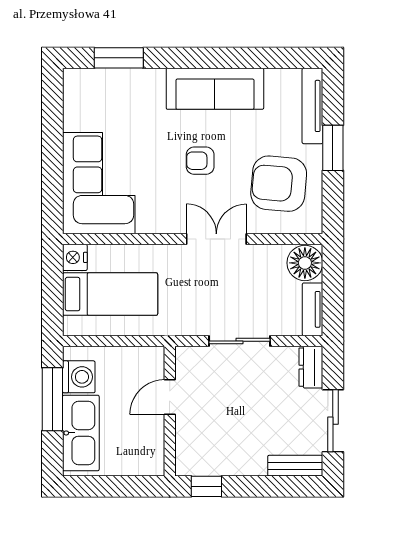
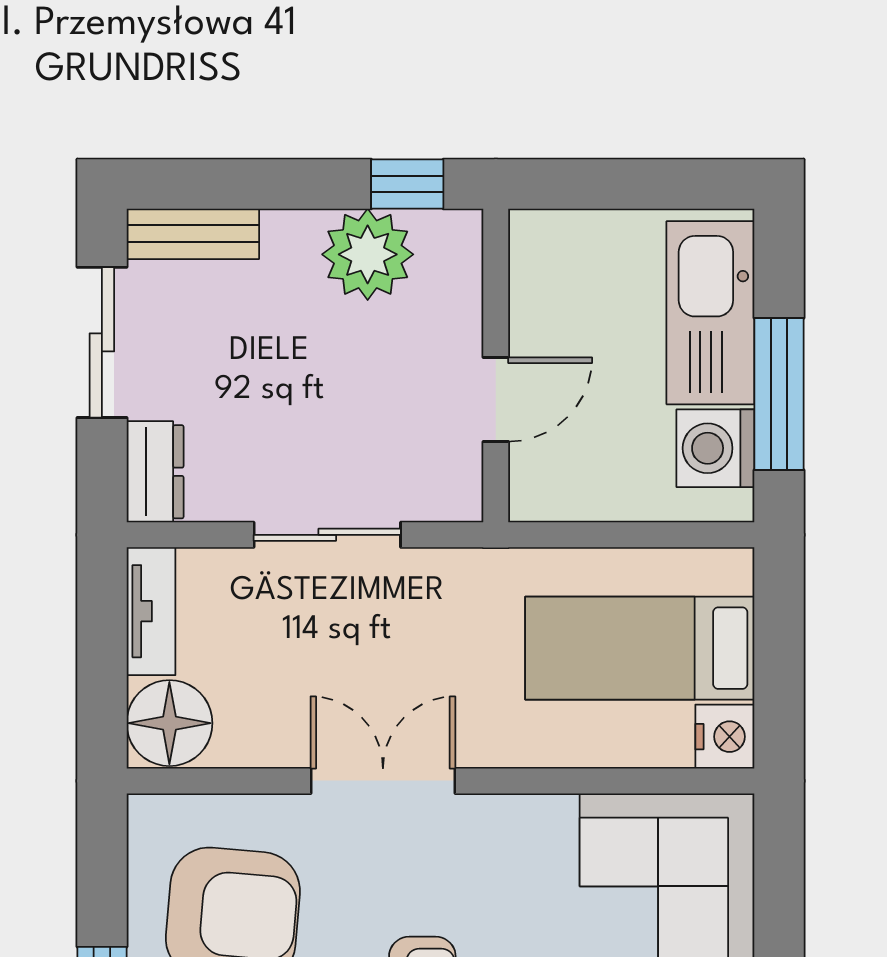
double door: (216, 239) -> (383, 781), swing flipped
plant: (223, 457) -> (368, 254), added

